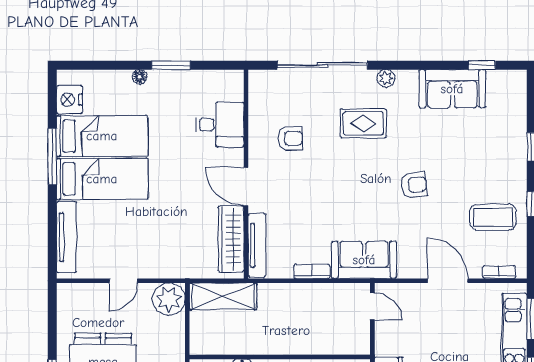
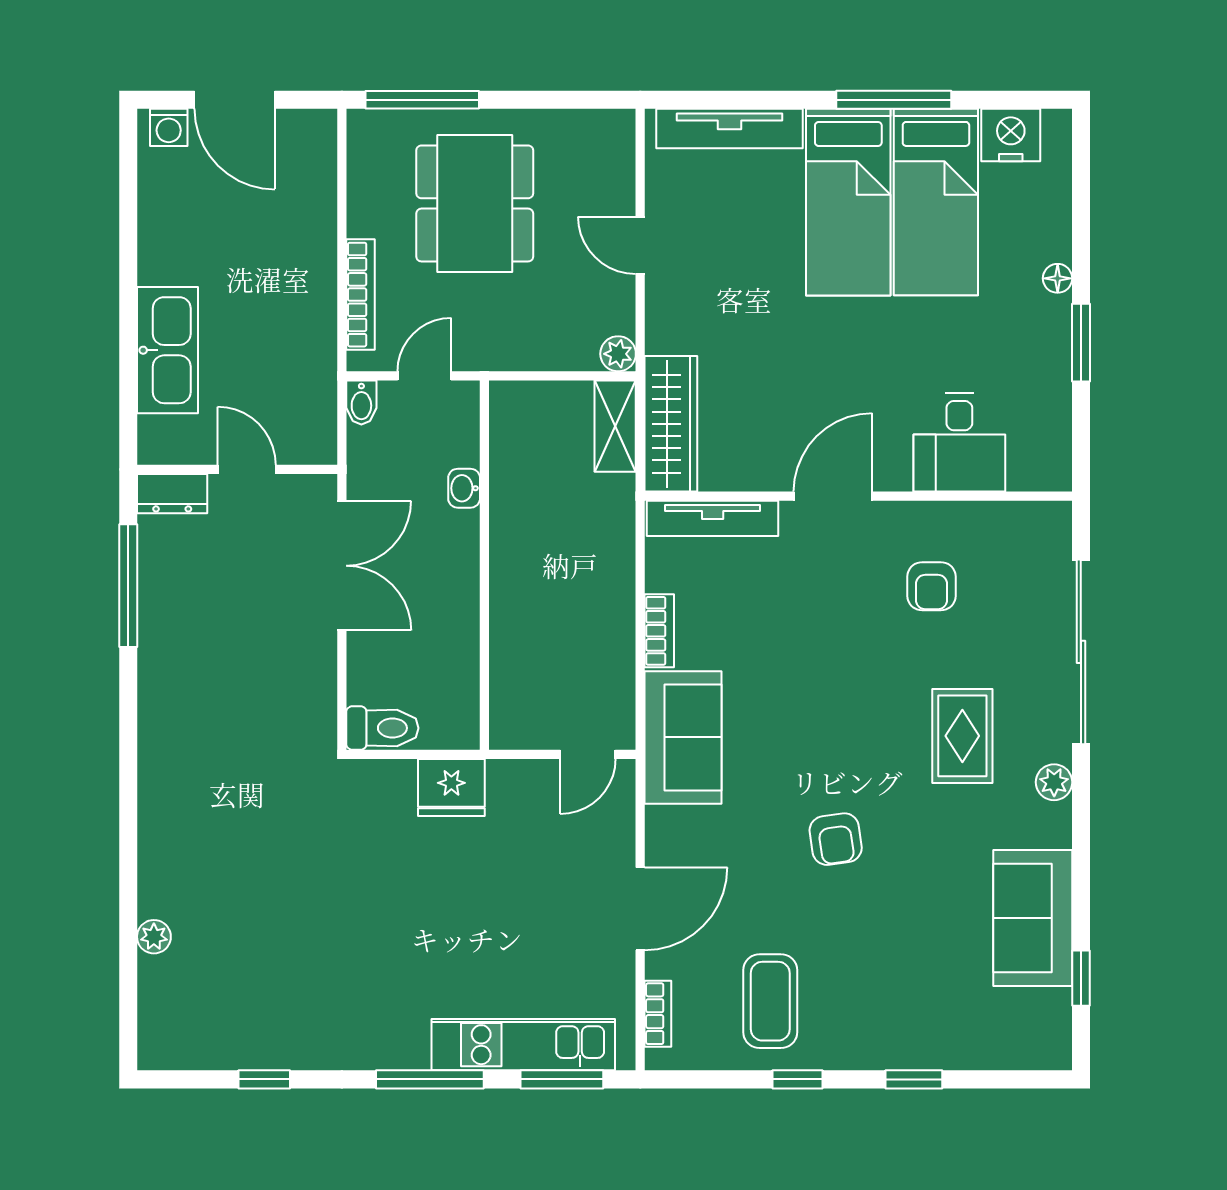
wardrobe: (231, 239) -> (671, 424), moved, turned 90
shelving: (223, 296) -> (615, 426), width x0.67, depth x0.75
plant: (169, 299) -> (618, 354), width x0.53, depth x0.53

